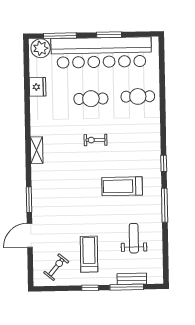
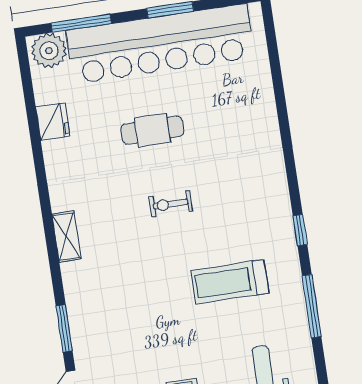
cafe table: (138, 96) -> (237, 115), removed

